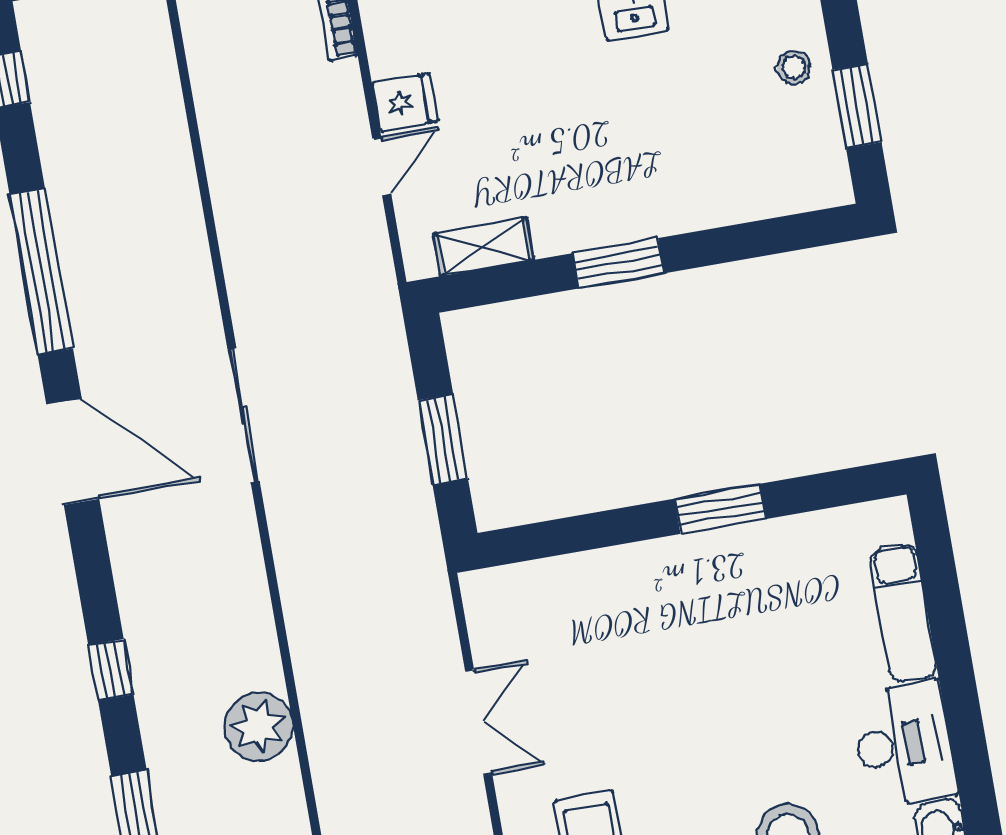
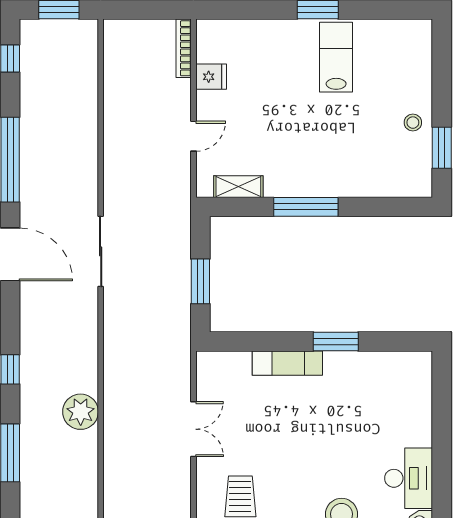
fridge: (405, 102) -> (211, 77), moved
window: (618, 263) -> (306, 207), width x1.44
exam couch: (903, 613) -> (287, 363), moved, turned -90

